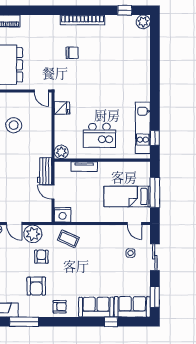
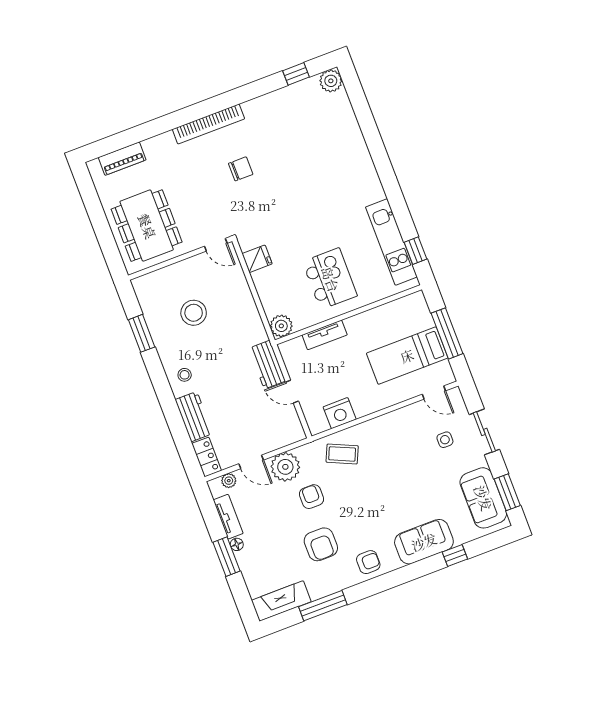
bookcase: (82, 20) -> (208, 124), moved
kitchen island: (99, 135) -> (330, 279), turned -90
nightstand: (63, 215) -> (340, 413), moved
sofa: (132, 307) -> (483, 498), moved, turned -90

